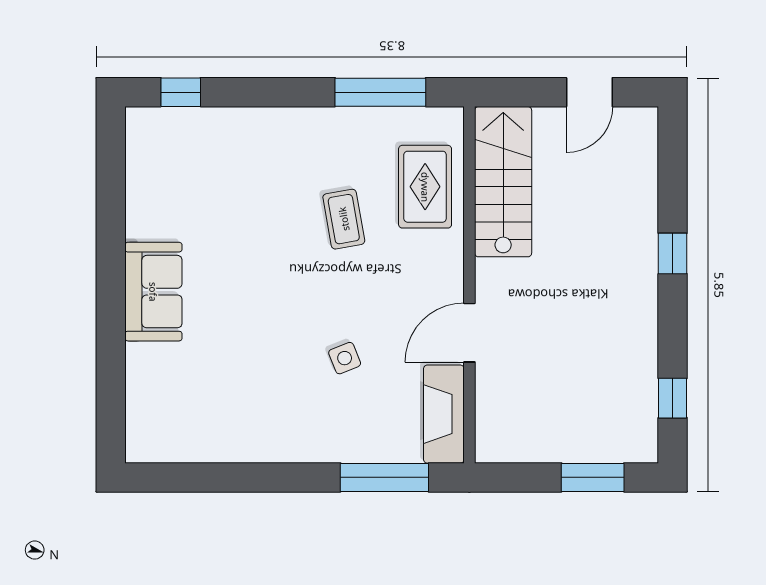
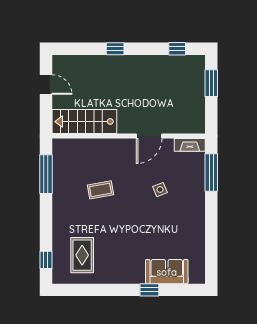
rug: (425, 187) -> (82, 255), moved, turned 90
sofa: (153, 292) -> (167, 272), moved
window: (111, 333) -> (149, 290), added
door: (469, 333) -> (149, 136), hinge flipped
fireplace: (444, 414) -> (190, 145), width x0.73, depth x0.76

